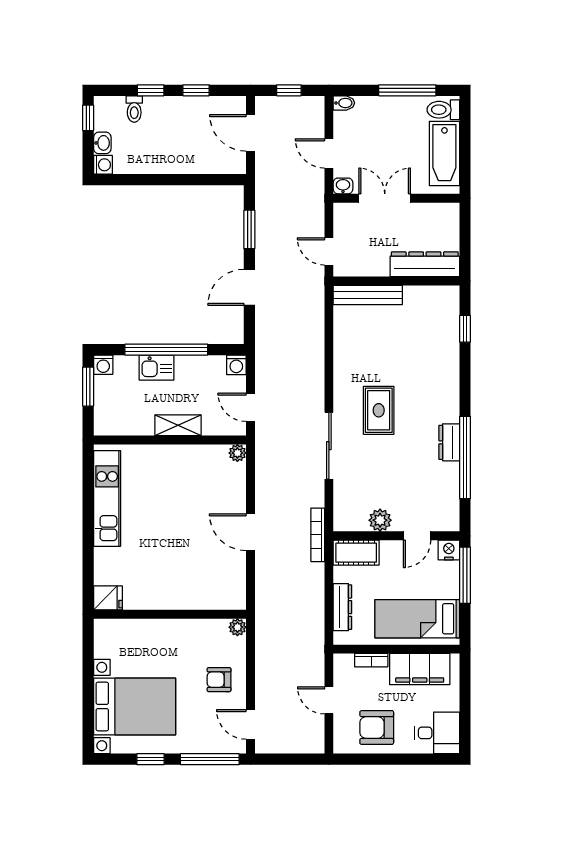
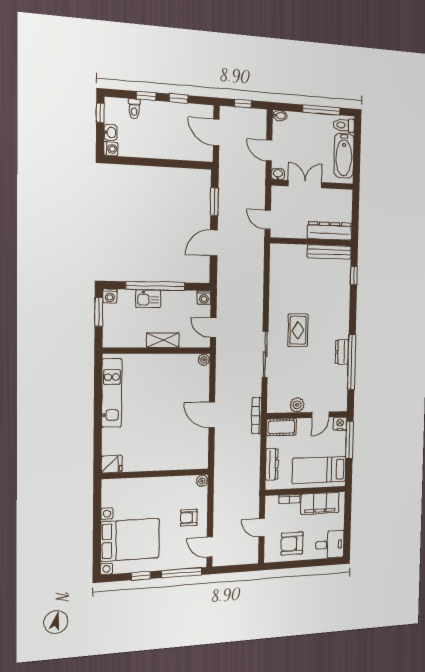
bench: (368, 295) -> (329, 252), moved

